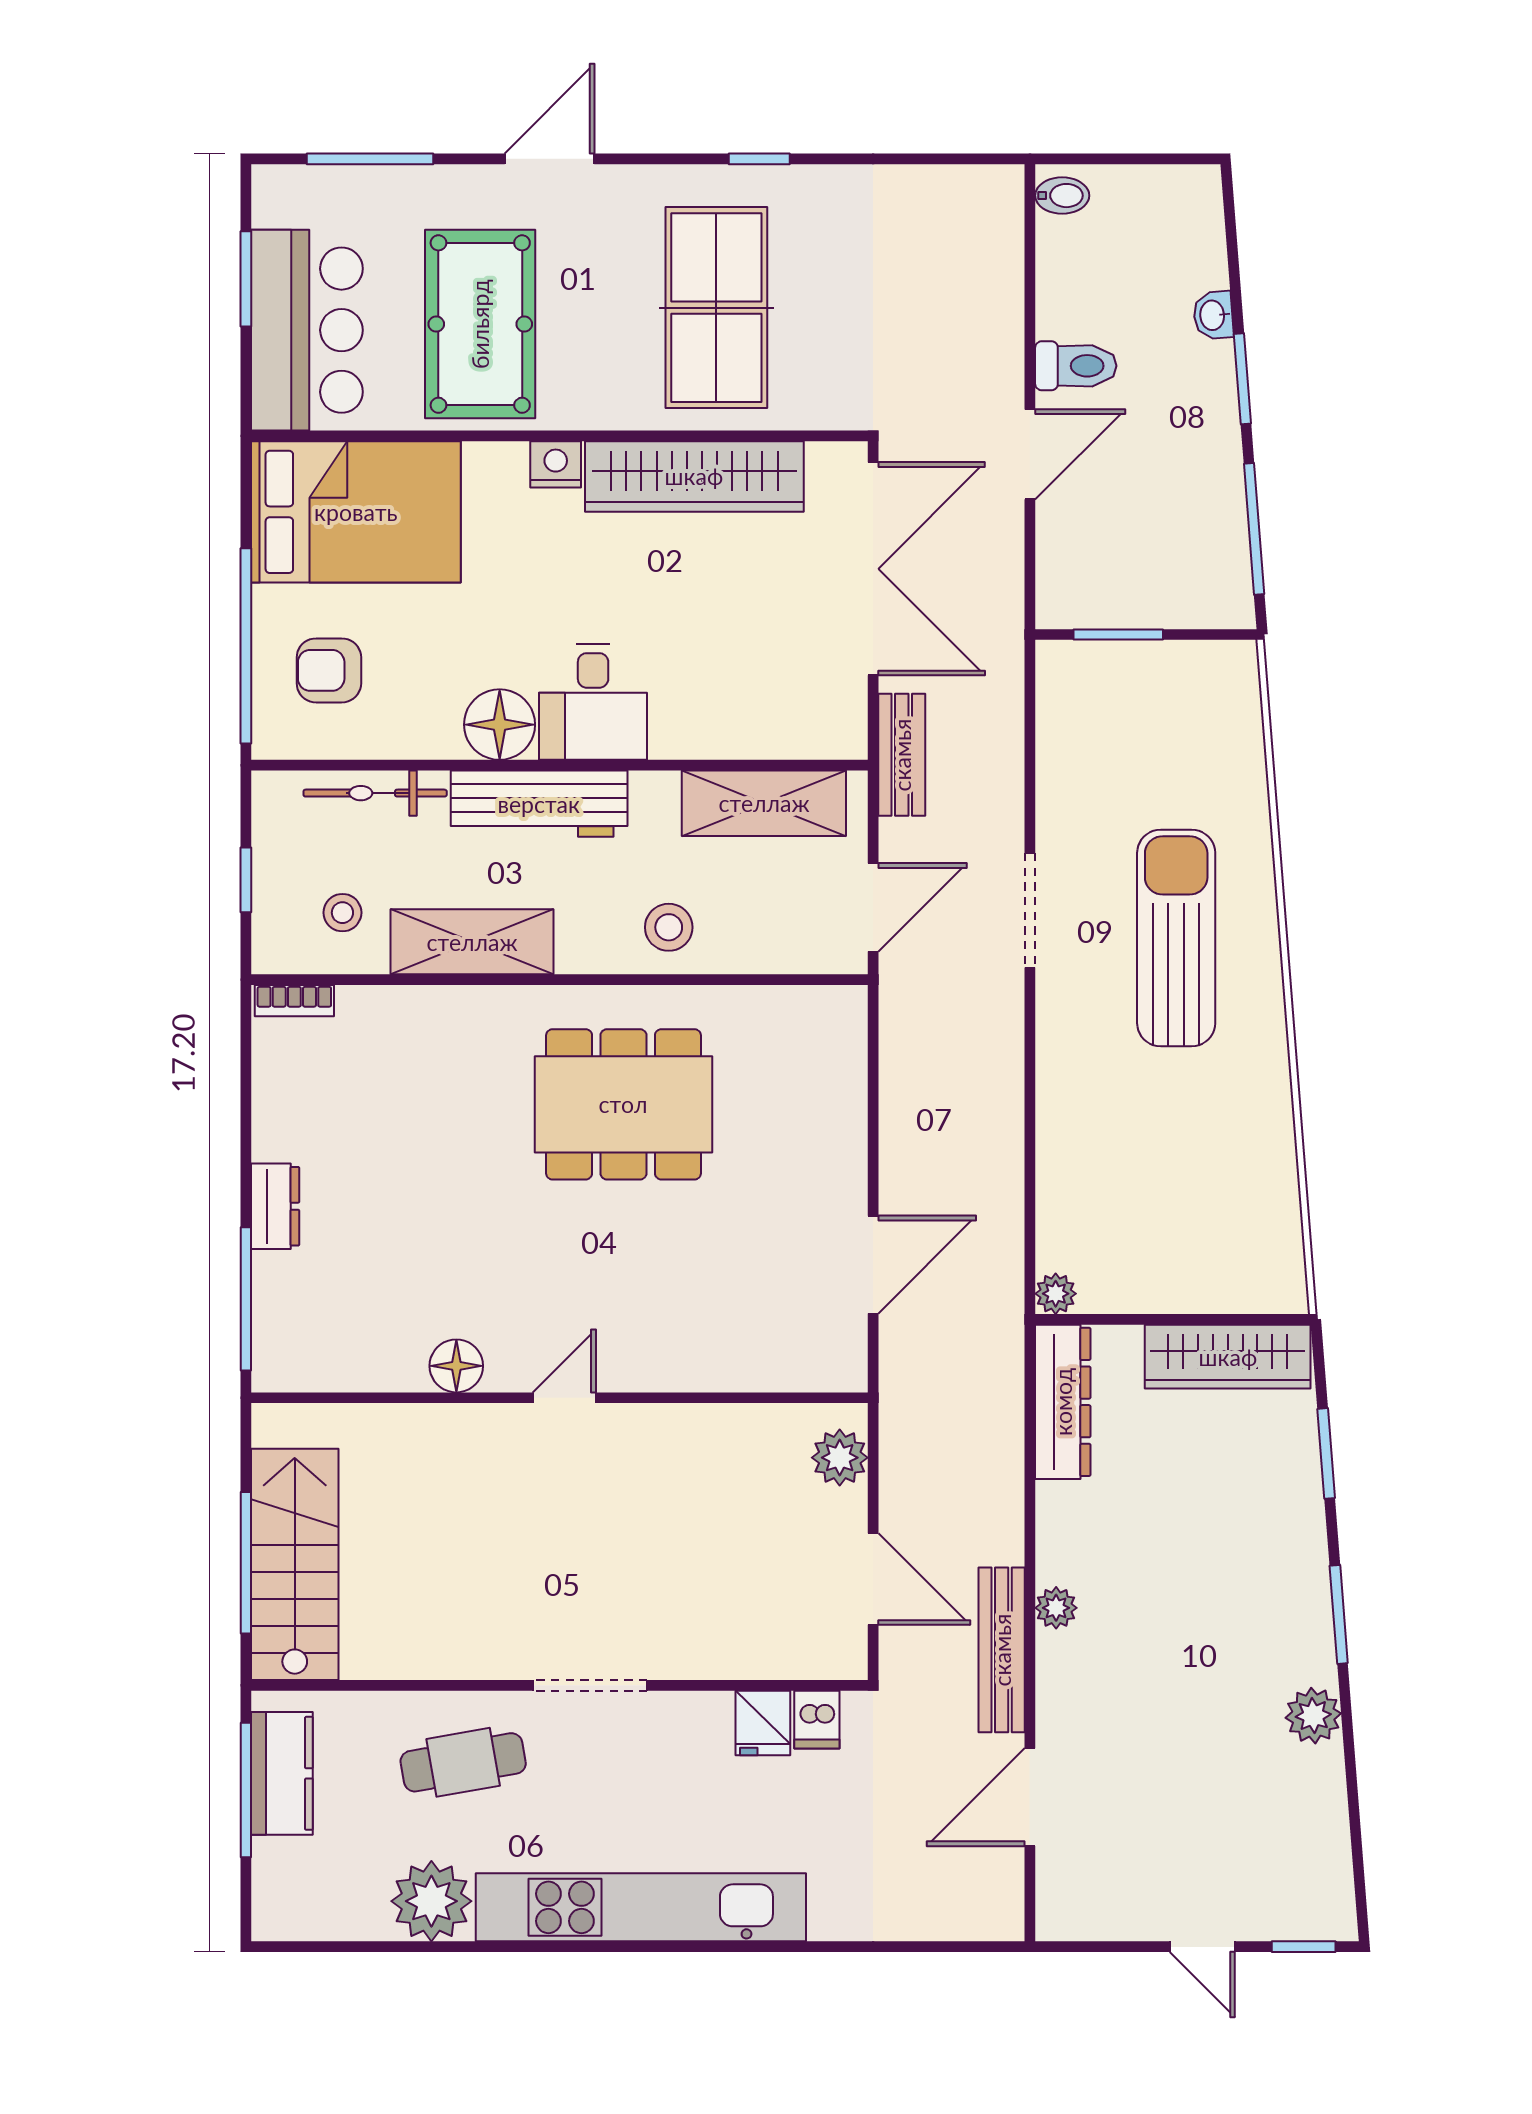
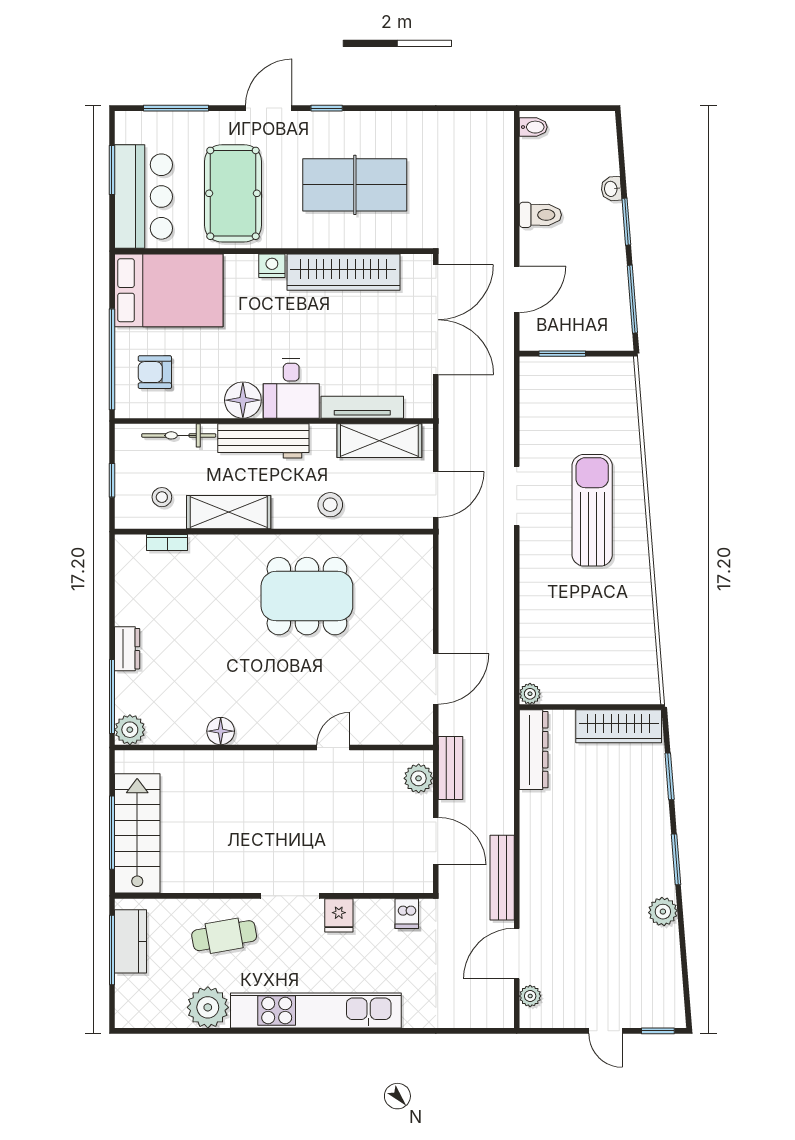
window: (759, 159) -> (327, 108), moved
table tennis table: (716, 308) -> (355, 185), turned 90
door: (1030, 454) -> (517, 289), moved
tv unit: (731, 738) -> (362, 407), added
bench: (902, 755) -> (451, 768), moved
bookcase: (294, 1001) -> (167, 542), moved
plant: (280, 1363) -> (130, 730), added
door: (564, 1398) -> (333, 748), moved
plant: (1056, 1608) -> (530, 996), moved
fridge: (763, 1723) -> (339, 915), moved

